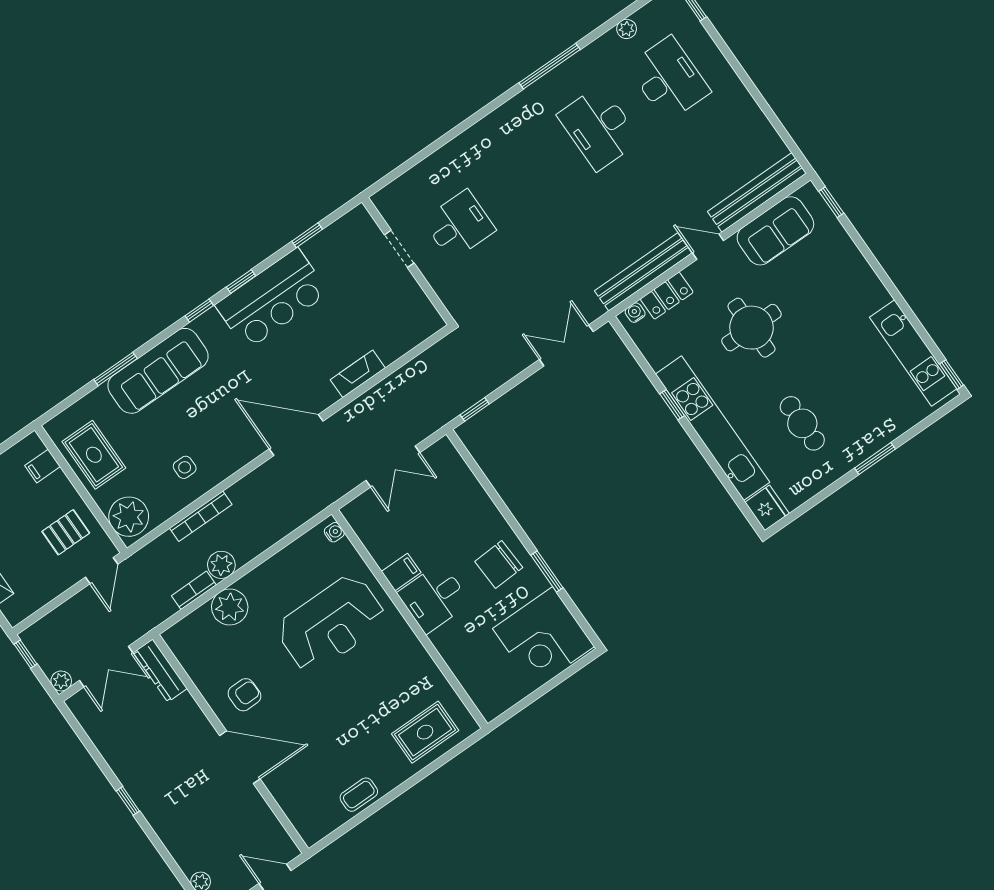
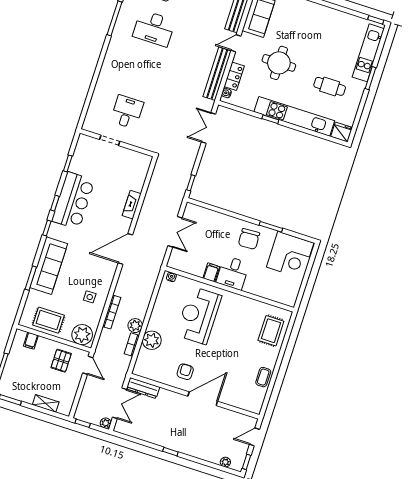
kitchen unit: (913, 353) -> (368, 53), moved, turned 90
reception desk: (331, 624) -> (199, 315), turned 180

